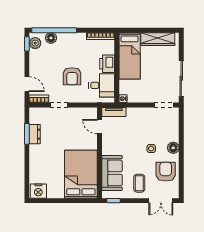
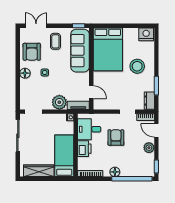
floor lamp: (51, 38) -> (115, 172), moved
plant: (35, 43) -> (149, 148), moved
plant: (135, 115) -> (59, 102), added
dresser: (35, 134) -> (149, 101), moved
stool: (48, 156) -> (137, 66), added
sofa: (112, 173) -> (80, 51), width x1.36

